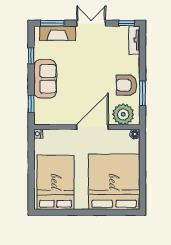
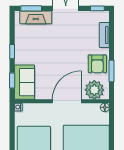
tv unit: (134, 40) -> (104, 35), moved
window: (31, 56) -> (12, 52), moved
sofa: (45, 79) -> (25, 82), moved
armchair: (127, 85) -> (97, 64), turned -90

